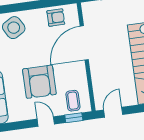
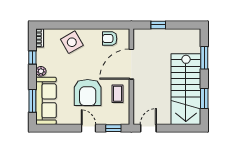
armchair: (56, 18) -> (110, 39), turned 180
coffee table: (73, 101) -> (118, 94), moved

